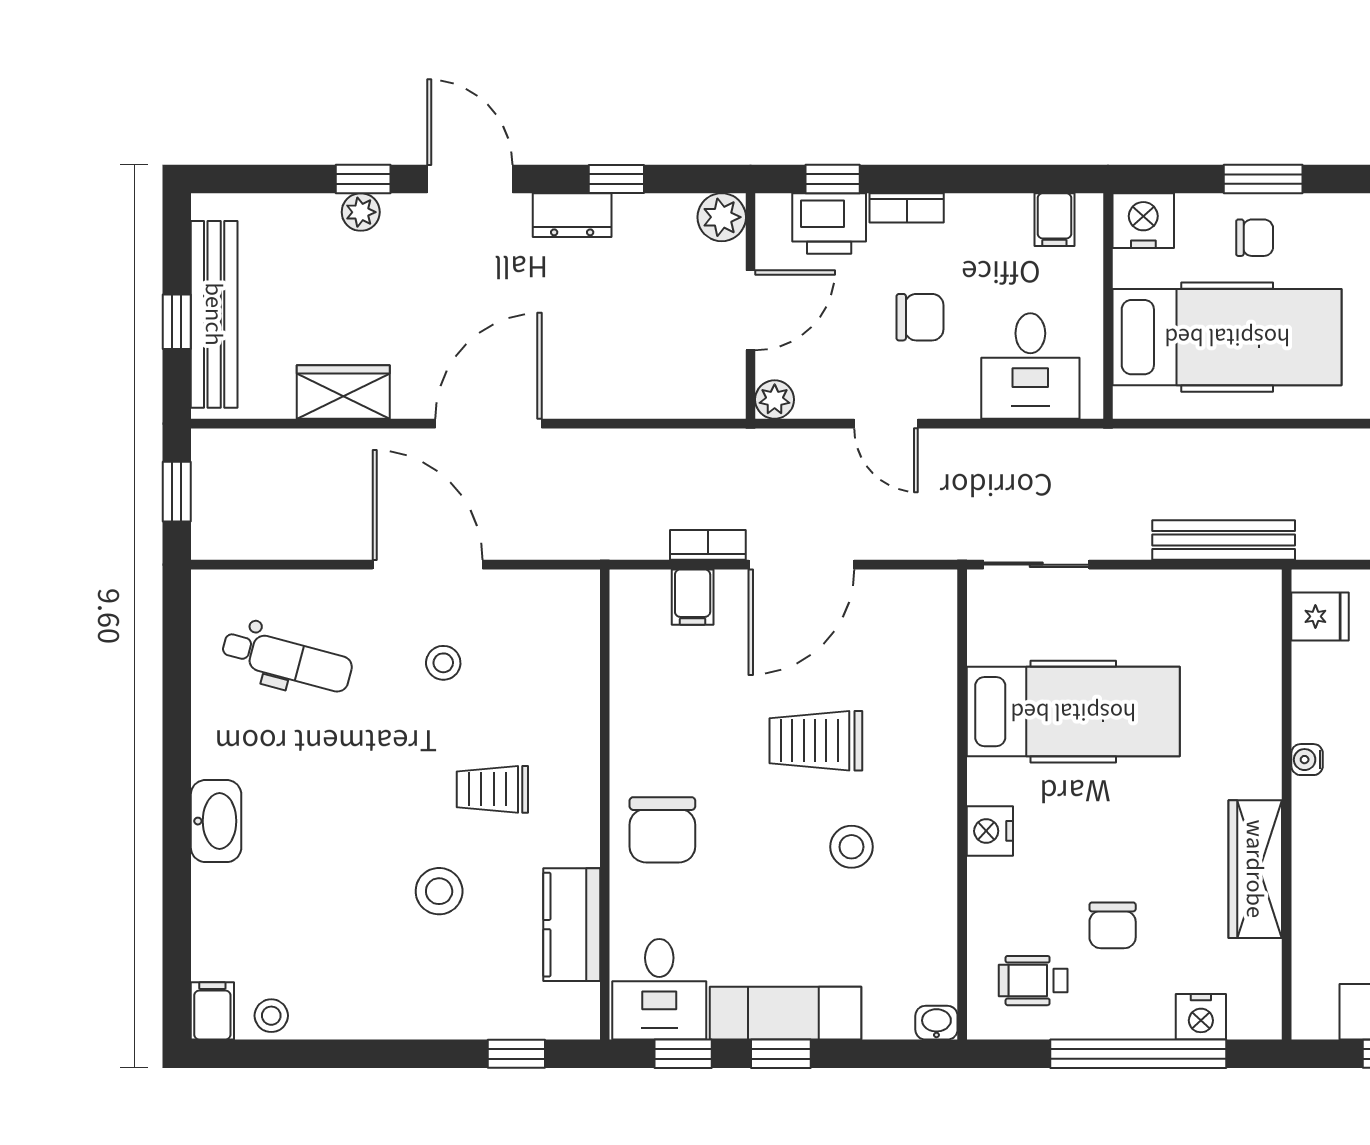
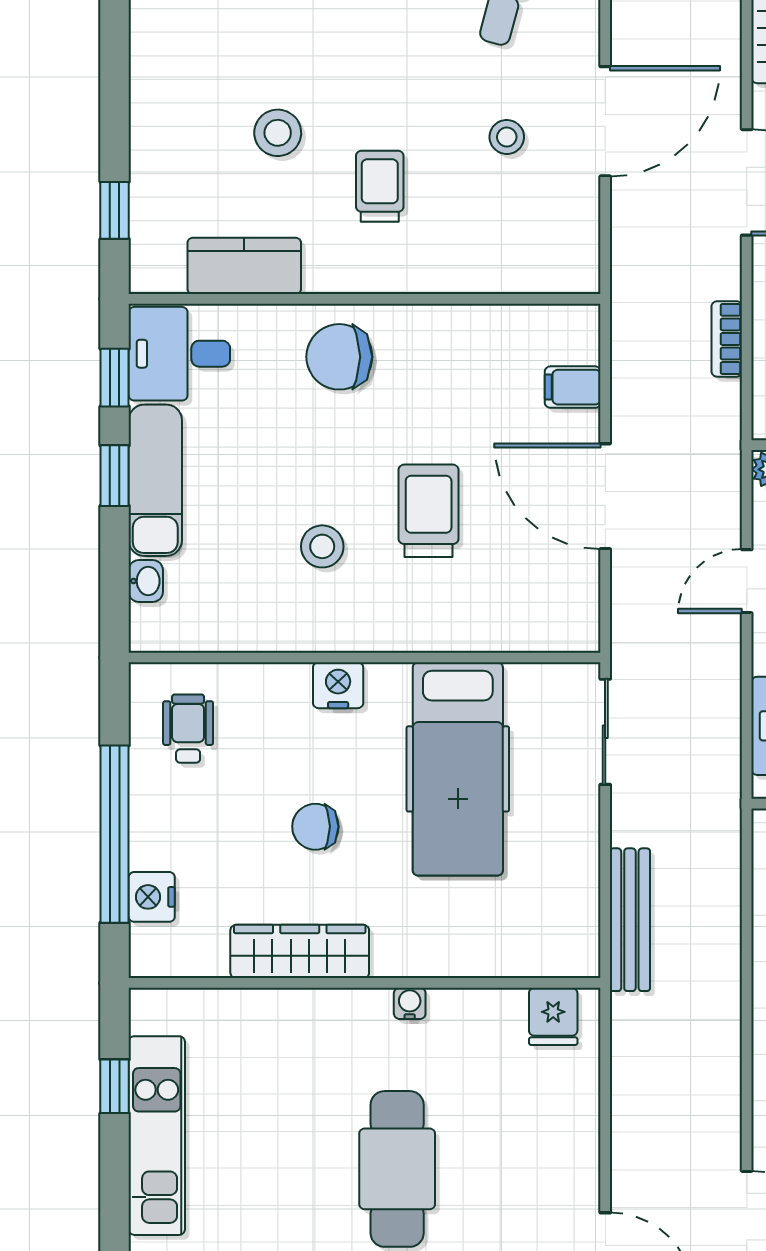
bookcase: (708, 545) -> (727, 339), moved, turned 180
chair: (1113, 925) -> (315, 827), moved
washbasin: (936, 1023) -> (146, 581), moved

